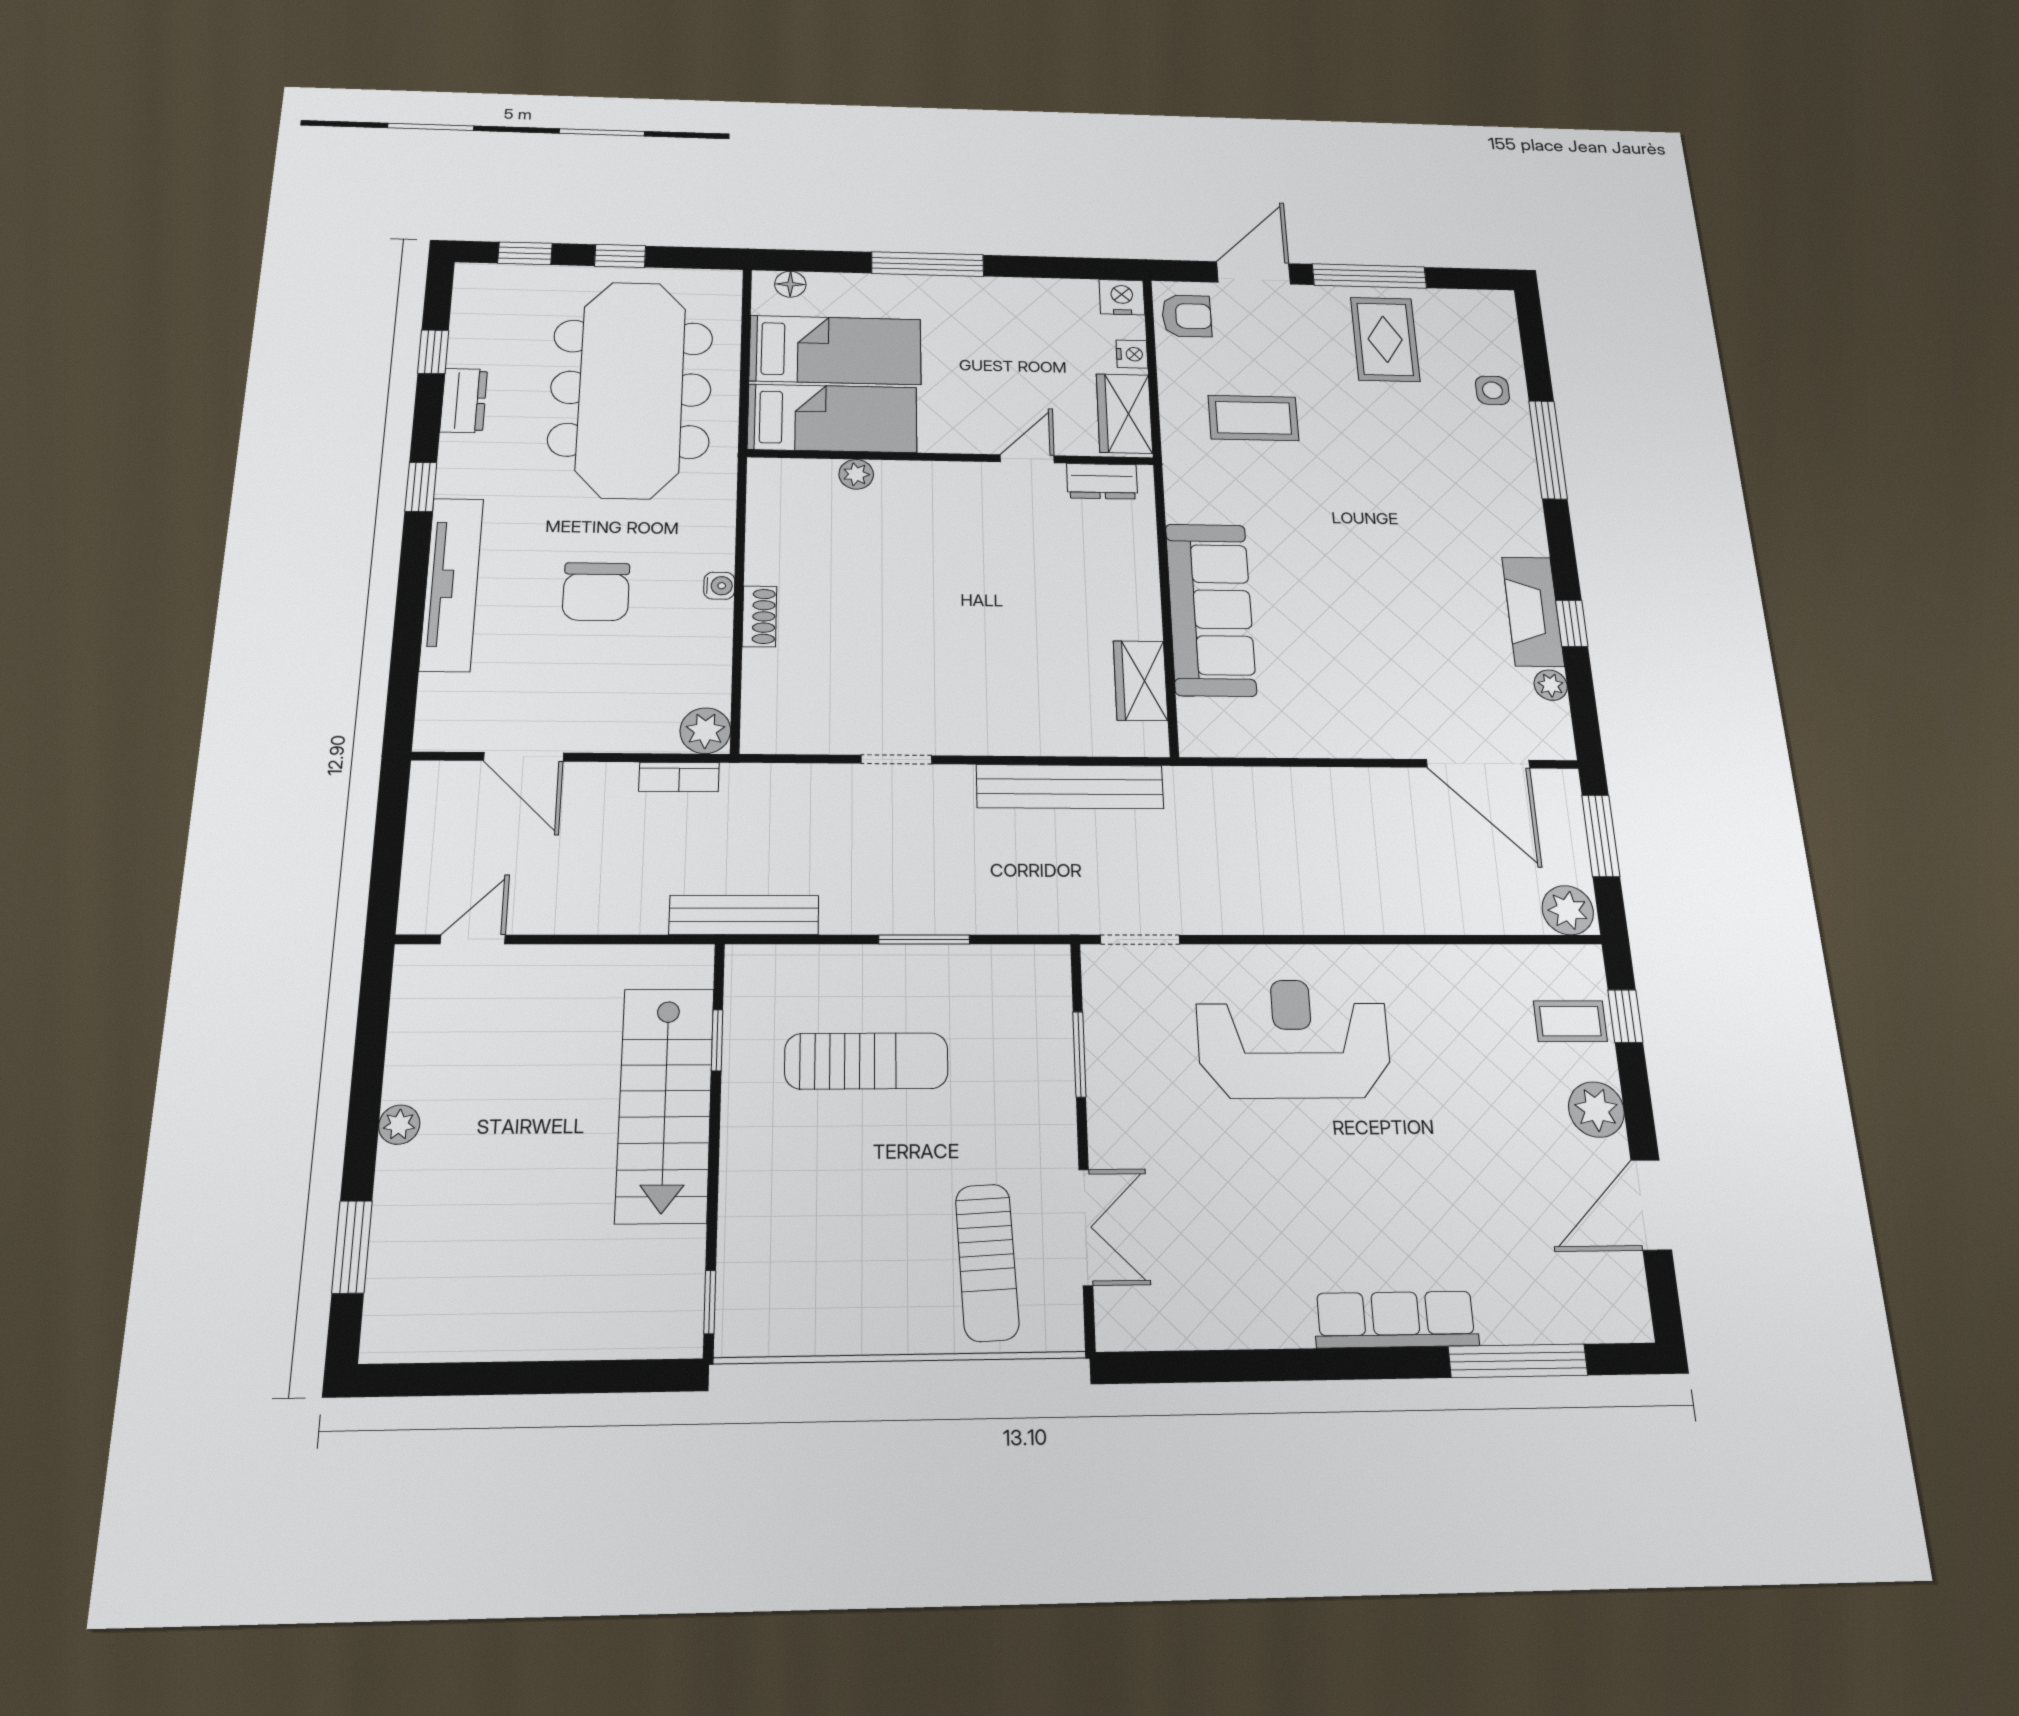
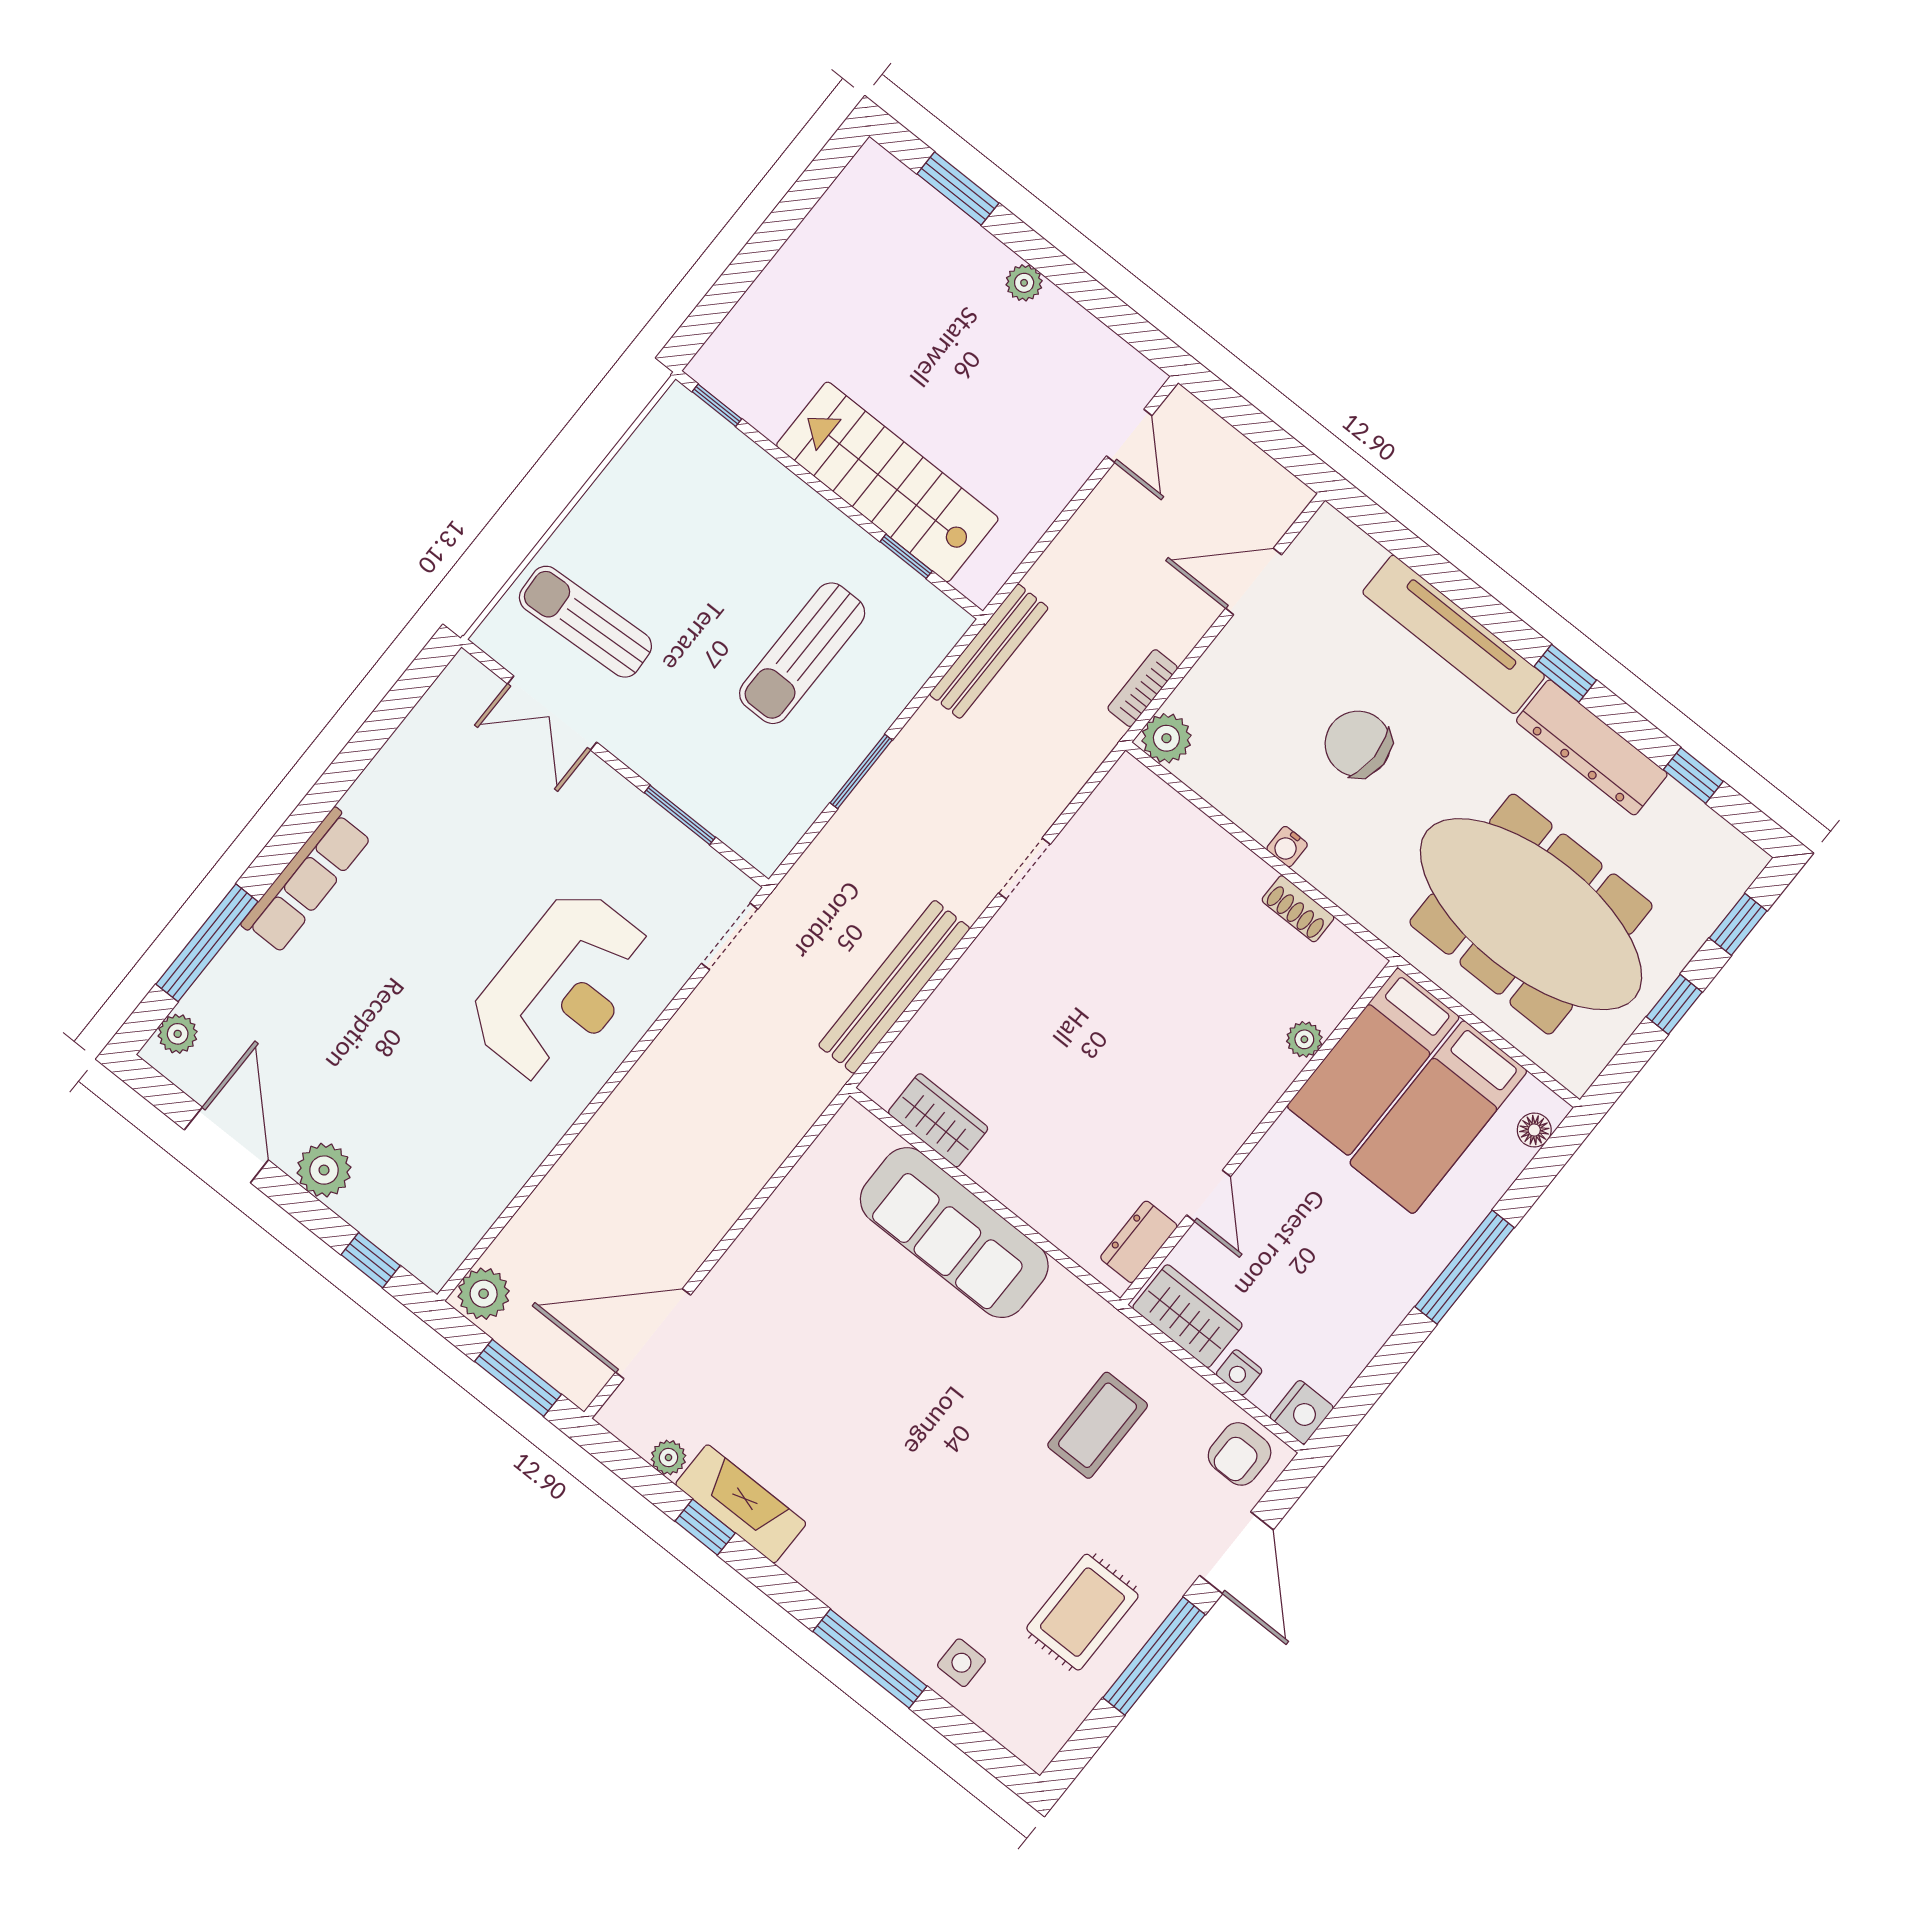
rug: (1385, 339) -> (1082, 1612), turned 90
dresser: (464, 400) -> (1592, 747), width x1.96, depth x1.24
shoe rack: (759, 616) -> (1298, 909), moved
coffee table: (1570, 1021) -> (402, 1213), removed
plant: (1608, 1322) -> (178, 1034), added

